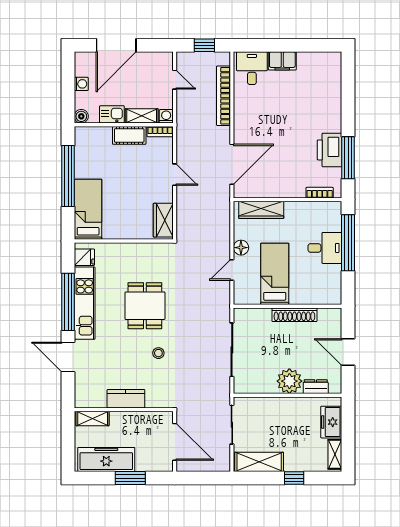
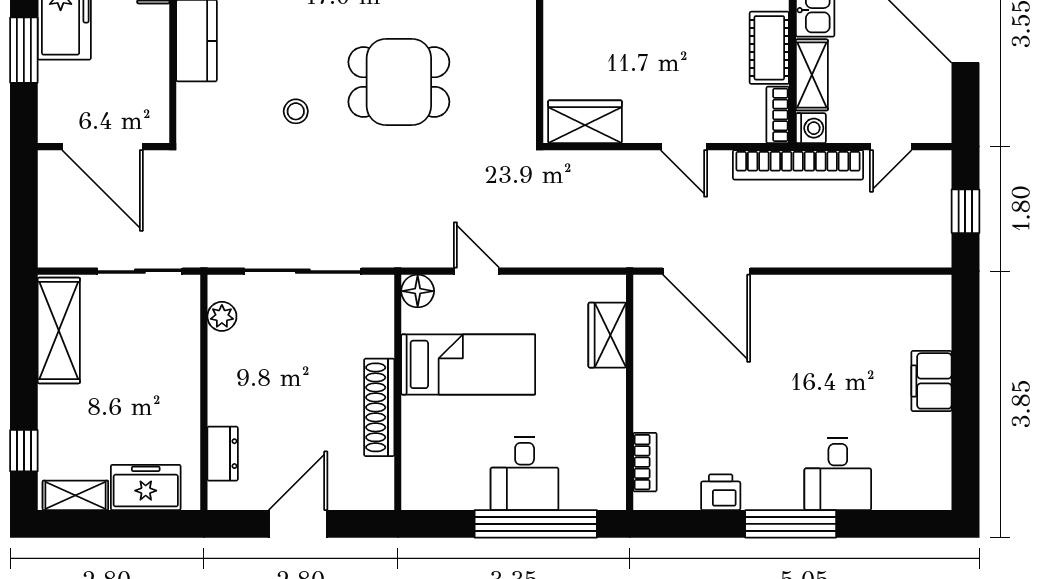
desk: (252, 68) -> (838, 474), moved, turned 90
bookcase: (223, 96) -> (798, 165), moved, turned 180
printer: (330, 150) -> (721, 492), width x0.53, depth x0.68
window: (348, 158) -> (791, 524), moved
door: (175, 175) -> (684, 147), hinge flipped
wardrobe: (261, 210) -> (607, 335), width x0.67
floor lamp: (241, 248) -> (418, 291), moved
plant: (289, 381) -> (222, 316), moved, width x0.53, depth x0.53
door: (175, 442) -> (103, 147), hinge flipped
window: (294, 478) -> (24, 451), moved

